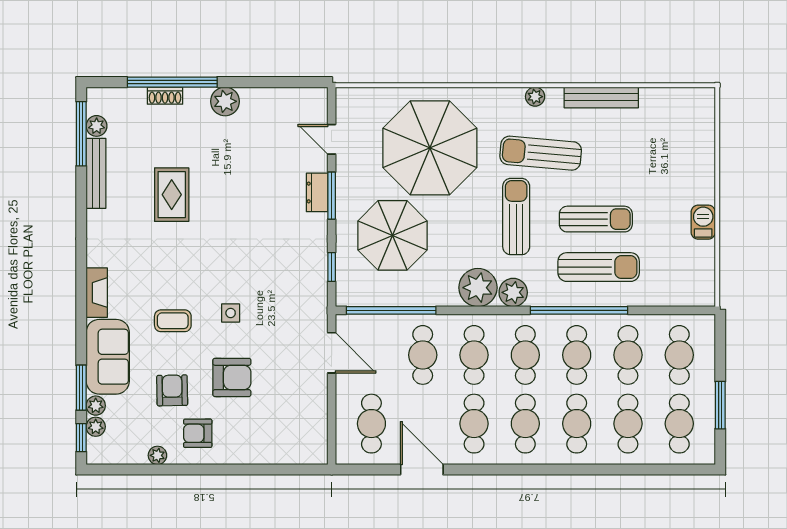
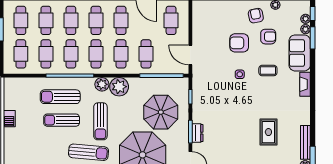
armchair: (172, 390) -> (268, 37), turned -89
armchair: (198, 433) -> (256, 16), turned -101

